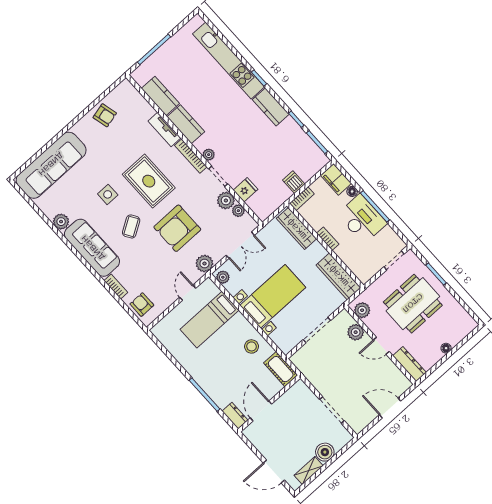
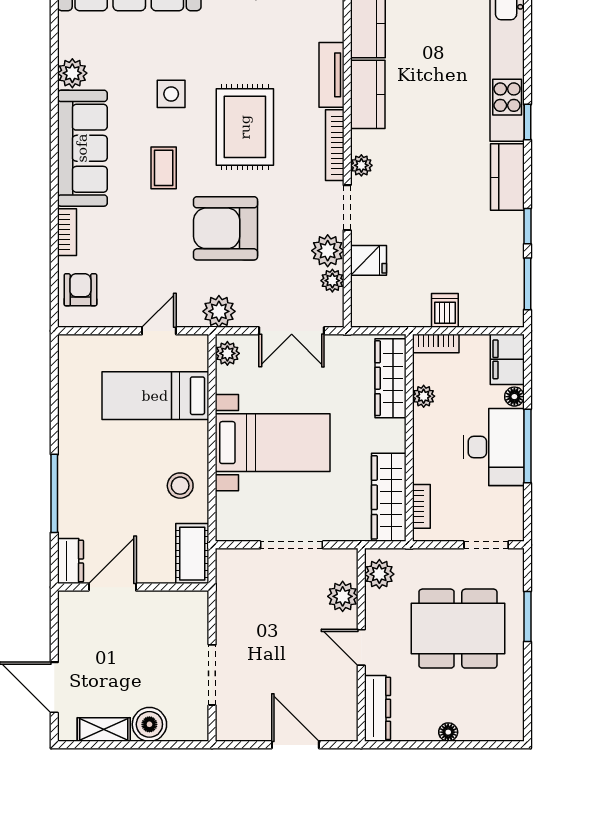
plant: (316, 224) -> (424, 396), added
coffee table: (131, 226) -> (164, 168), turned -58
bookcase: (328, 239) -> (421, 506), moved

